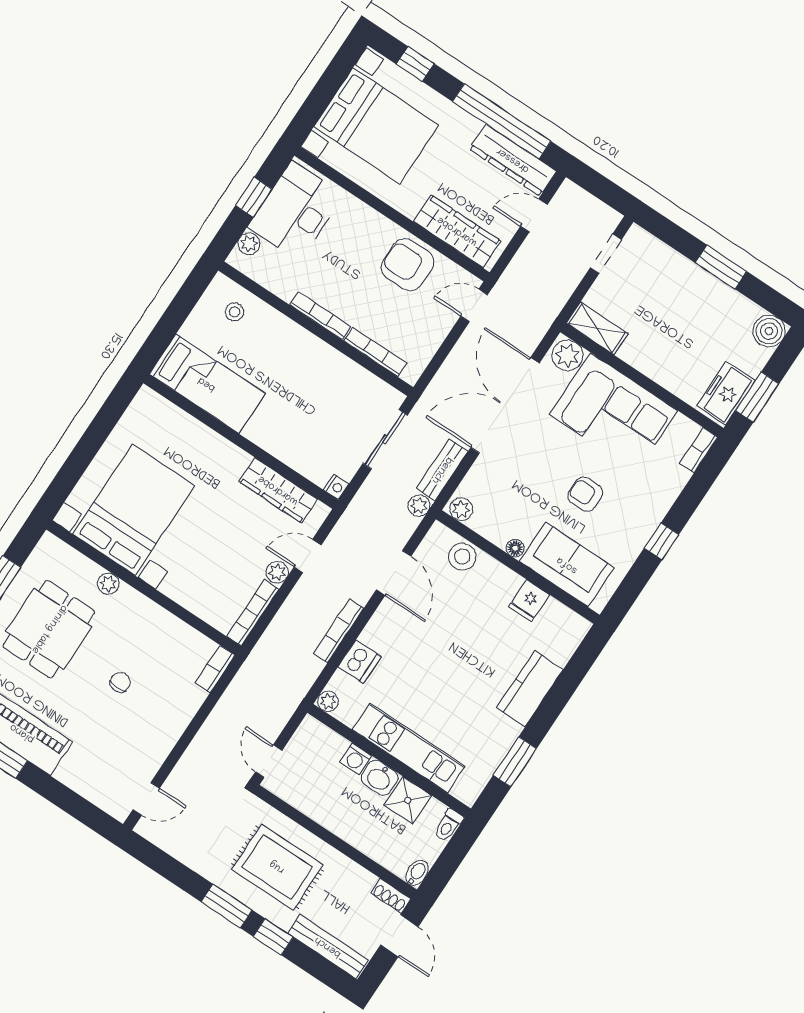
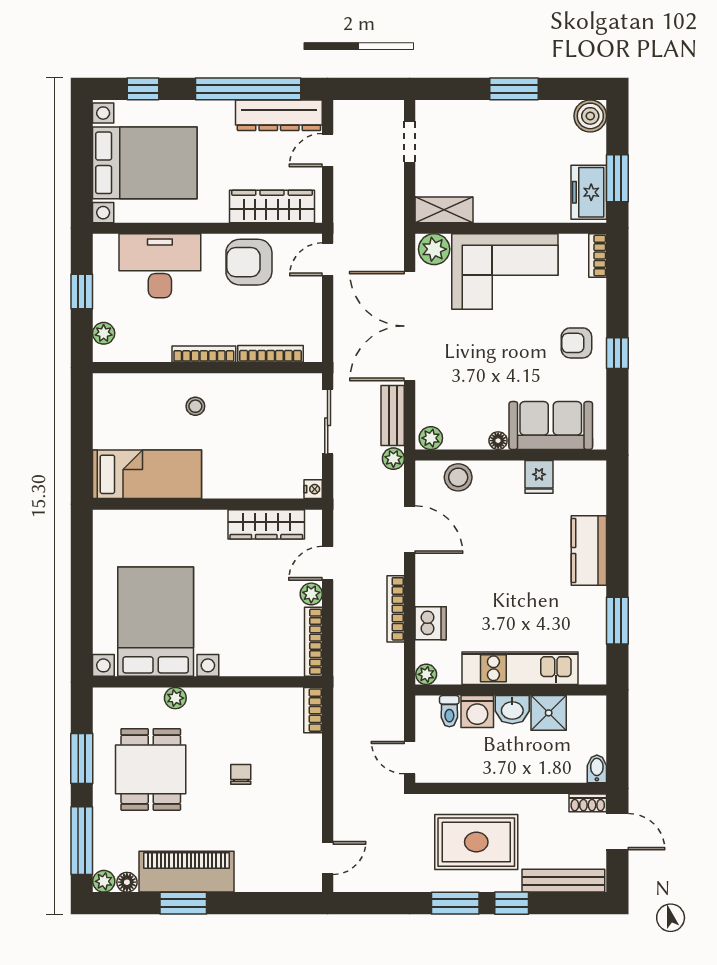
desk: (296, 211) -> (160, 266), moved, turned 90
stool: (235, 312) -> (195, 406), moved
armchair: (585, 494) -> (576, 343), moved
washing machine: (356, 759) -> (477, 712), width x1.38, depth x1.38
toilet: (448, 825) -> (449, 711), moved

